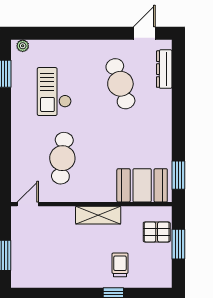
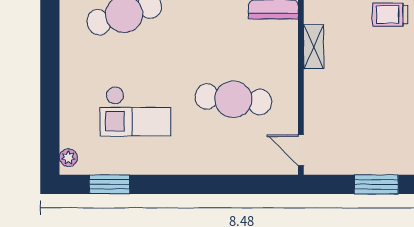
shelving: (98, 215) -> (314, 47), width x0.67, depth x0.75

